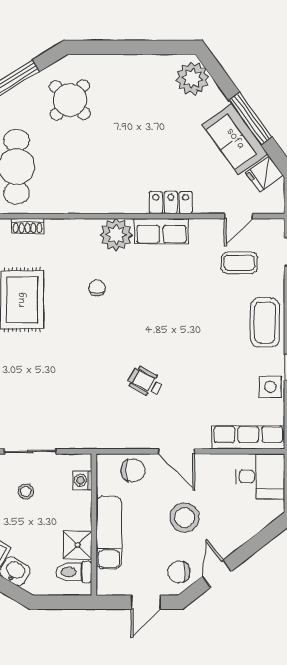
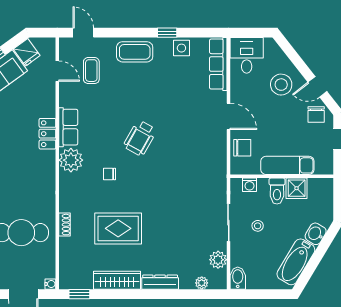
locker: (171, 203) -> (47, 134), moved
wheelchair: (145, 382) -> (140, 138), moved, width x1.36, depth x1.37
door: (176, 451) -> (228, 116), hinge flipped
chair: (133, 470) -> (242, 148), turned 90
stool: (185, 518) -> (281, 85), moved
toilet: (74, 572) -> (277, 191), moved

